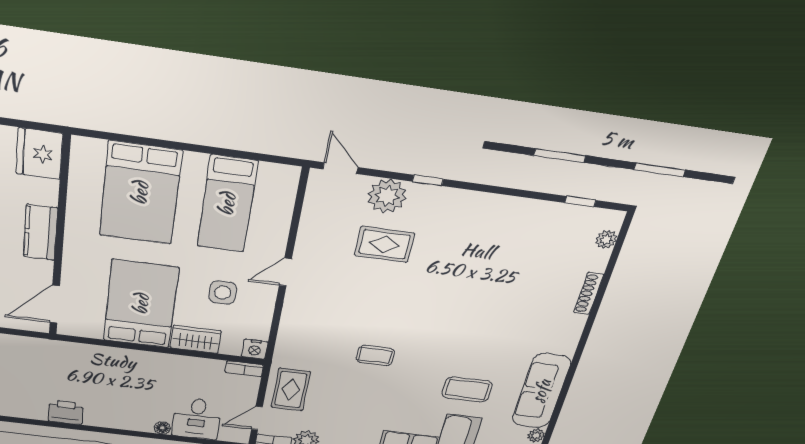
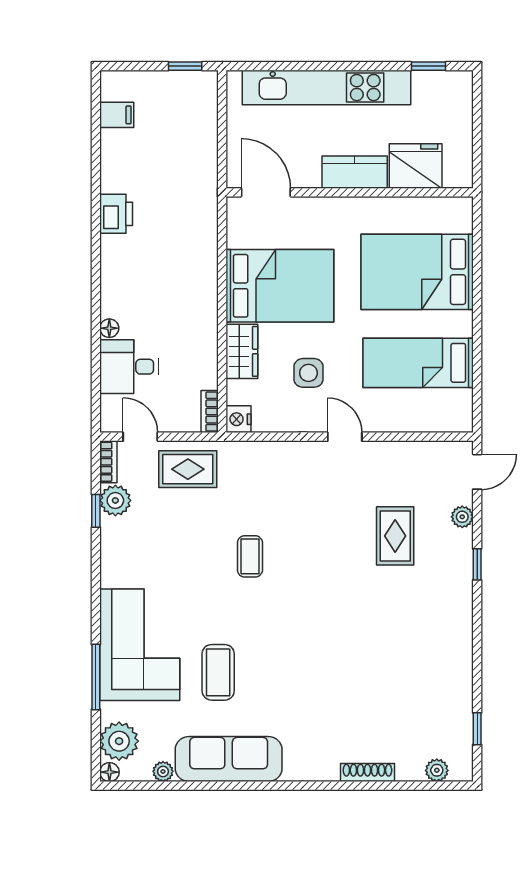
fridge: (39, 154) -> (416, 166), moved
plant: (387, 196) -> (462, 517), width x0.53, depth x0.53

